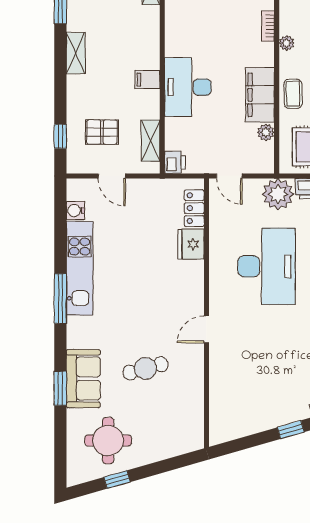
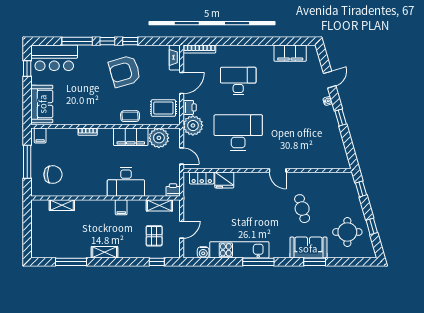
plant: (287, 43) -> (98, 120), removed
plant: (266, 132) -> (159, 138), width x1.87, depth x1.87
door: (229, 176) -> (182, 156), hinge flipped
window: (177, 462) -> (361, 189), added

